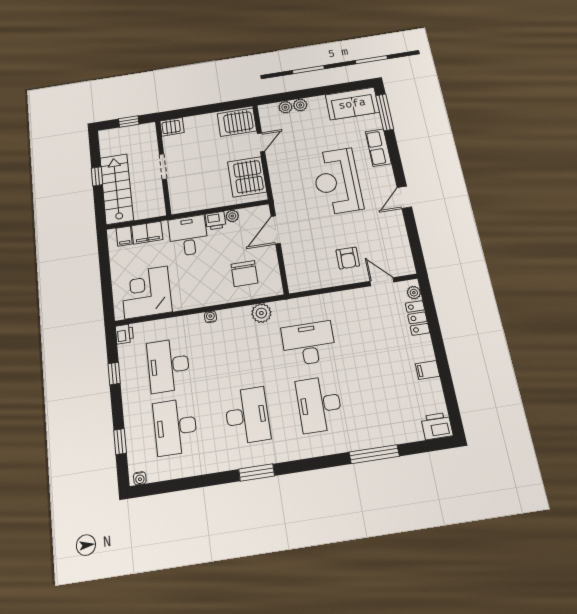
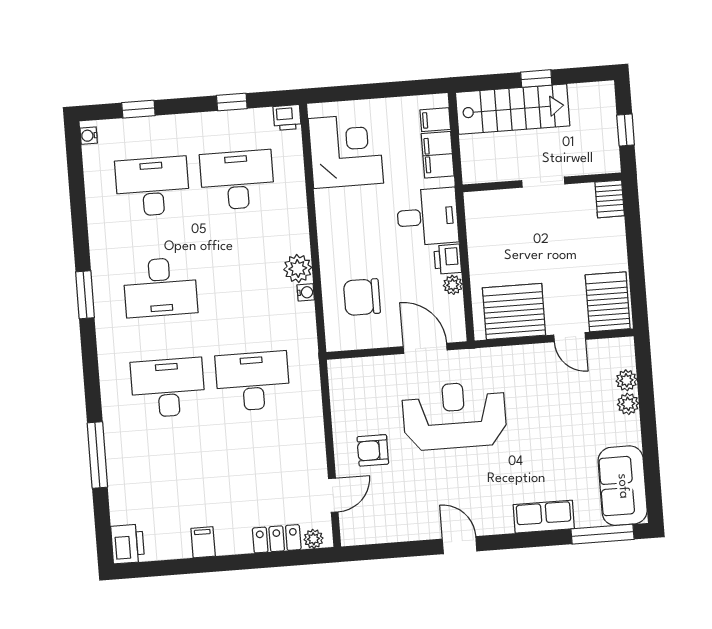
reception desk: (337, 181) -> (454, 416), moved
plant: (261, 313) -> (298, 268), moved
water cooler: (210, 317) -> (306, 292), moved
desk: (309, 343) -> (253, 381), turned -90

